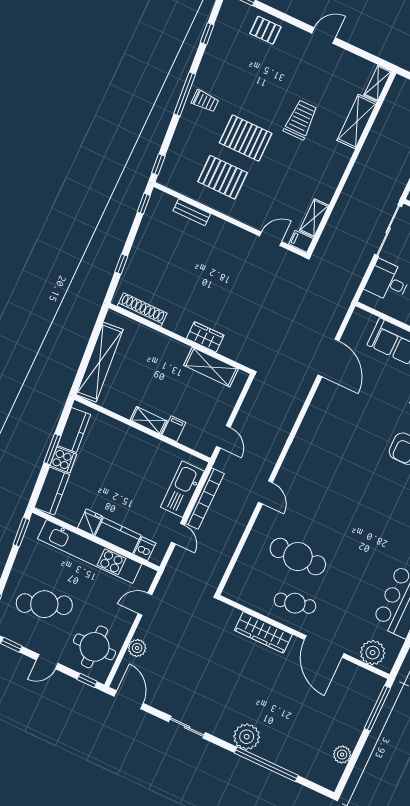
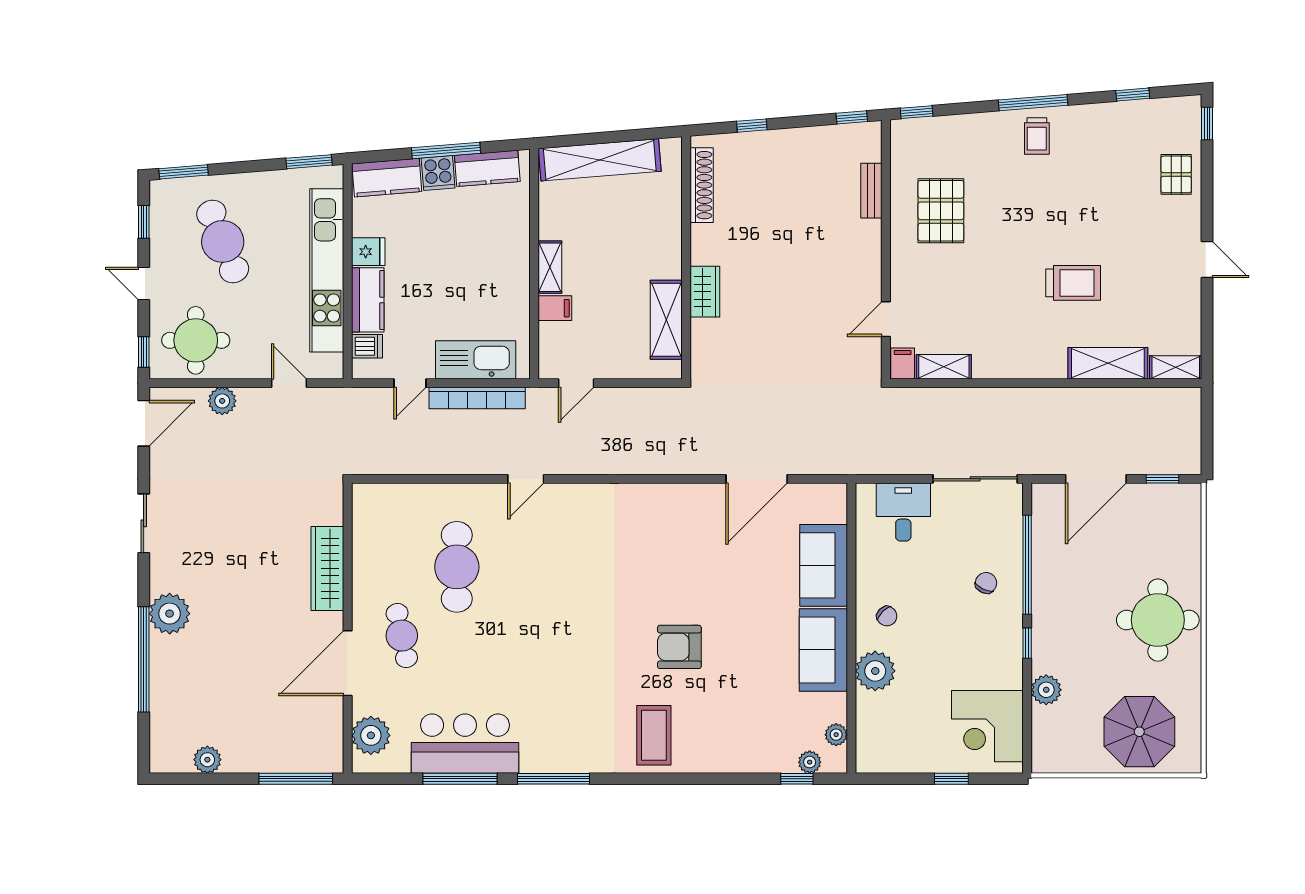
pallet: (246, 138) -> (1011, 218), removed
door: (271, 239) -> (886, 319), swing flipped
window: (52, 449) -> (446, 150), width x1.44
cafe table: (295, 603) -> (402, 636), moved

